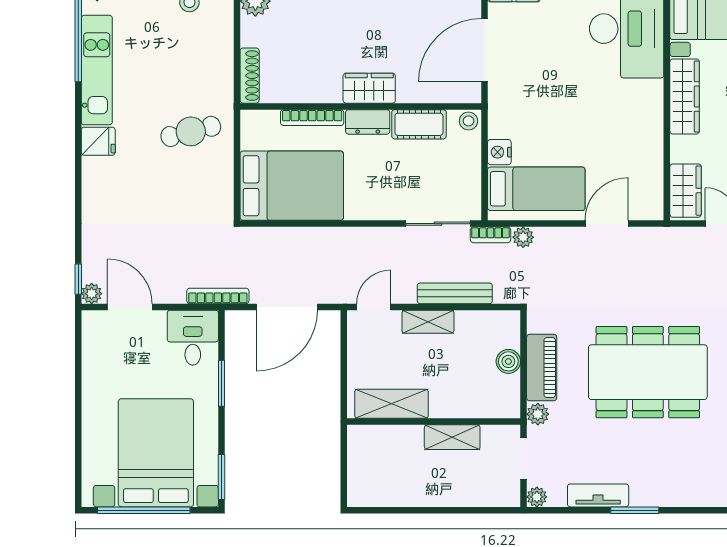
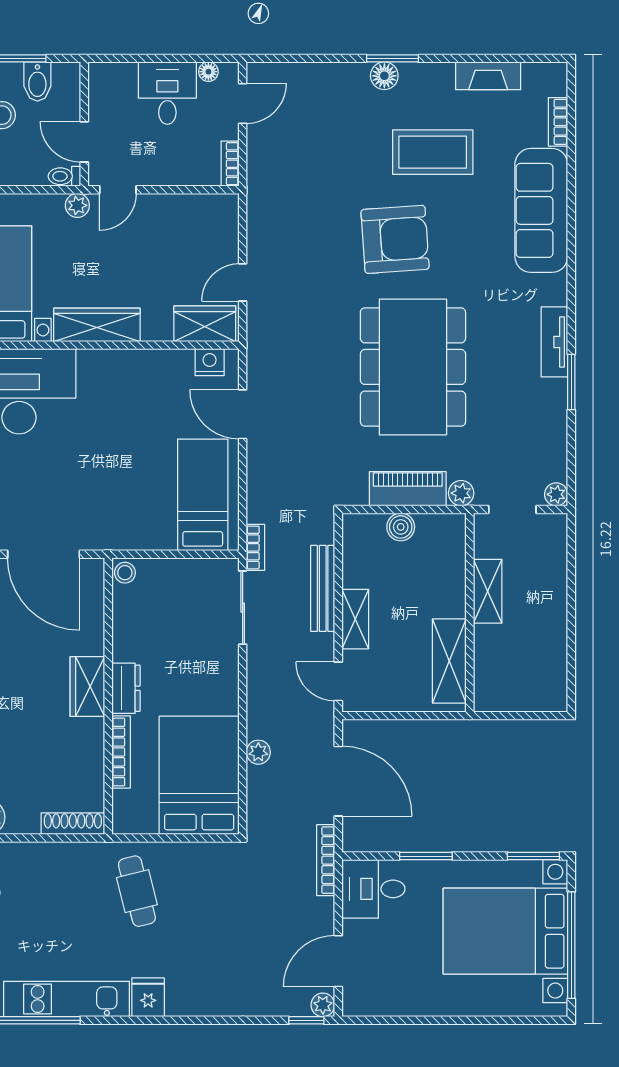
cot: (419, 124) -> (129, 629), removed
nightstand: (499, 152) -> (210, 362), moved, turned 180
plant: (523, 237) -> (258, 752), moved
tv unit: (598, 495) -> (554, 342), moved

